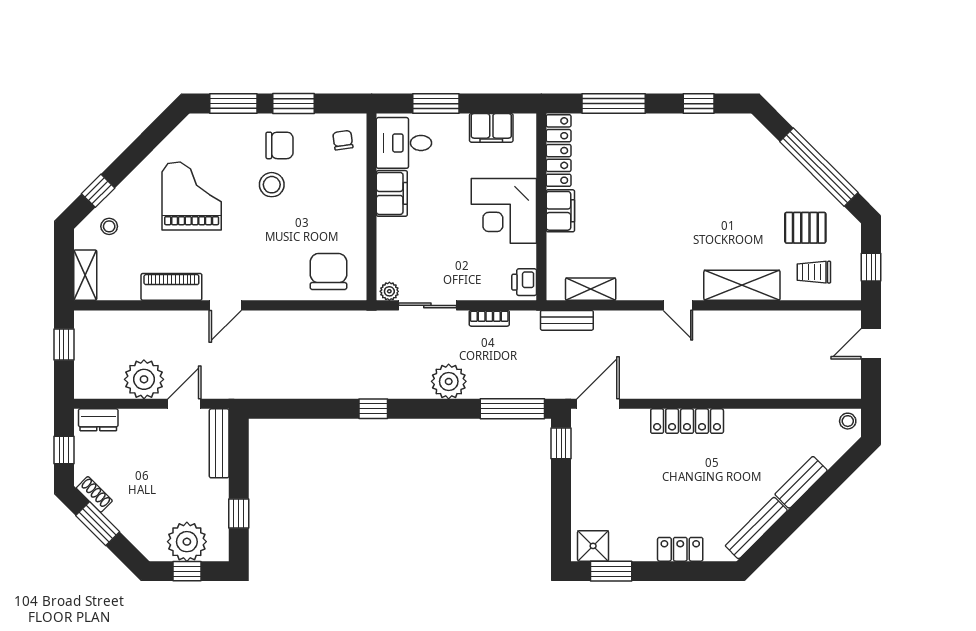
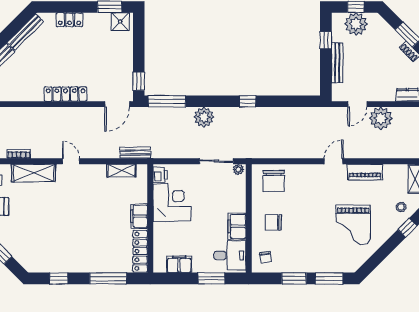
chair: (280, 145) -> (273, 223), moved
stool: (272, 185) -> (307, 231), removed
corner desk: (504, 211) -> (172, 203), moved
bookcase: (489, 318) -> (19, 154), moved
bench: (219, 443) -> (337, 63), moved

